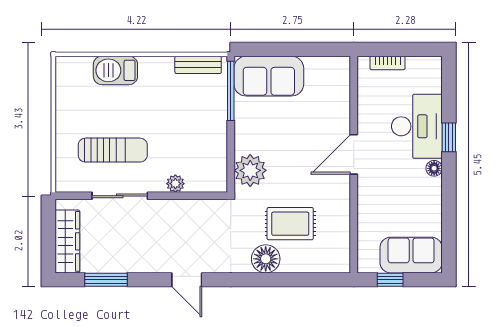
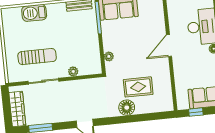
plant: (250, 170) -> (109, 56), width x0.53, depth x0.53

